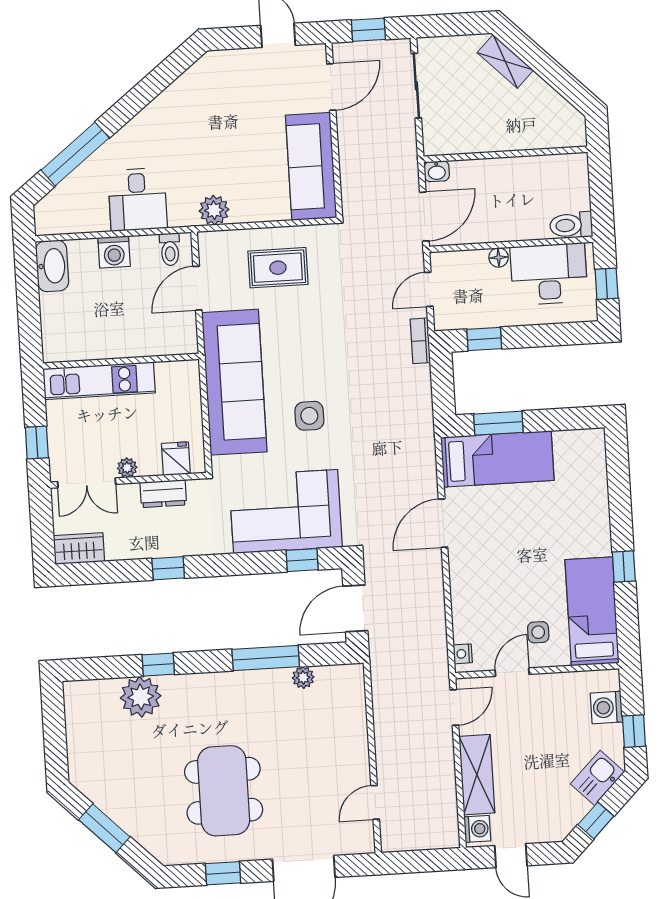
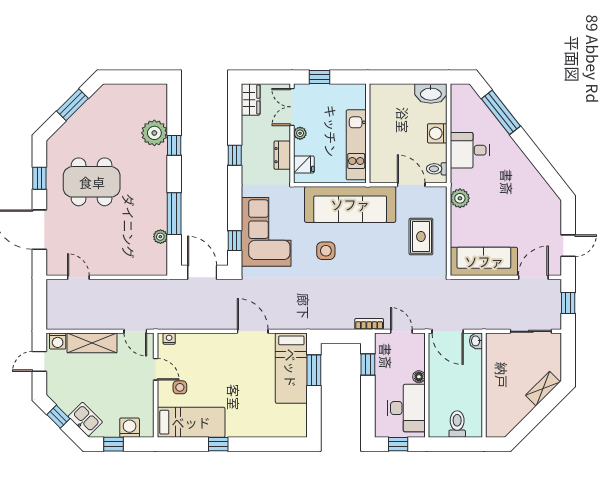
door: (331, 87) -> (533, 277), swing flipped
toilet: (571, 225) -> (457, 424), moved
kitchen unit: (99, 381) -> (356, 145), moved

